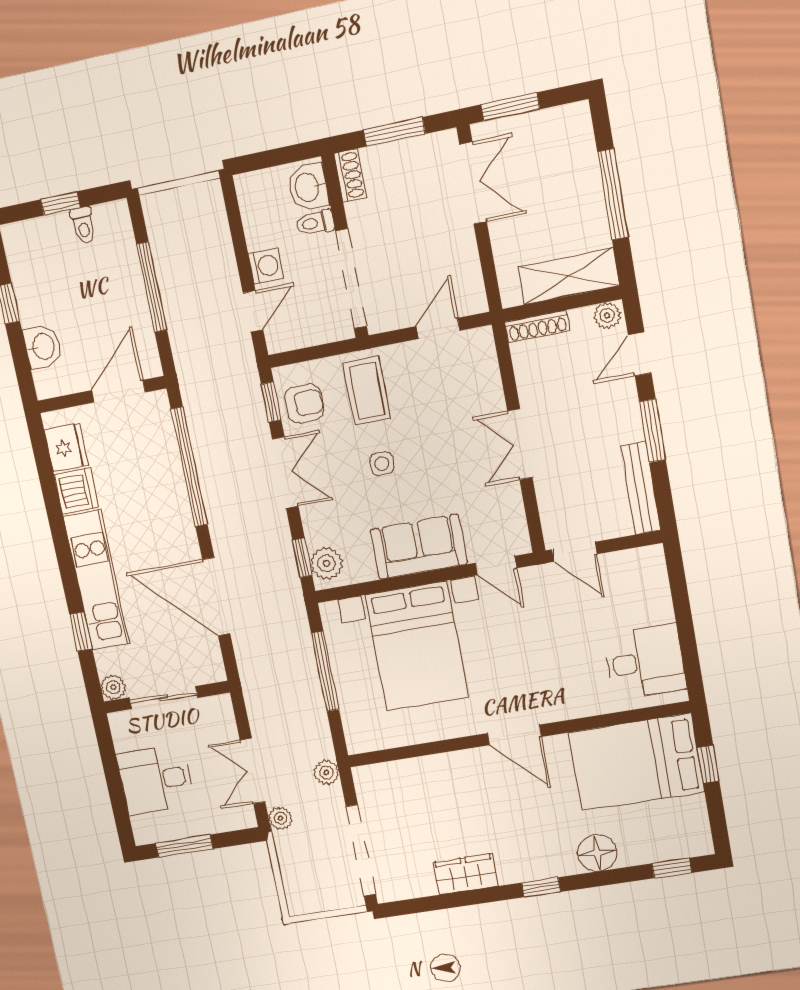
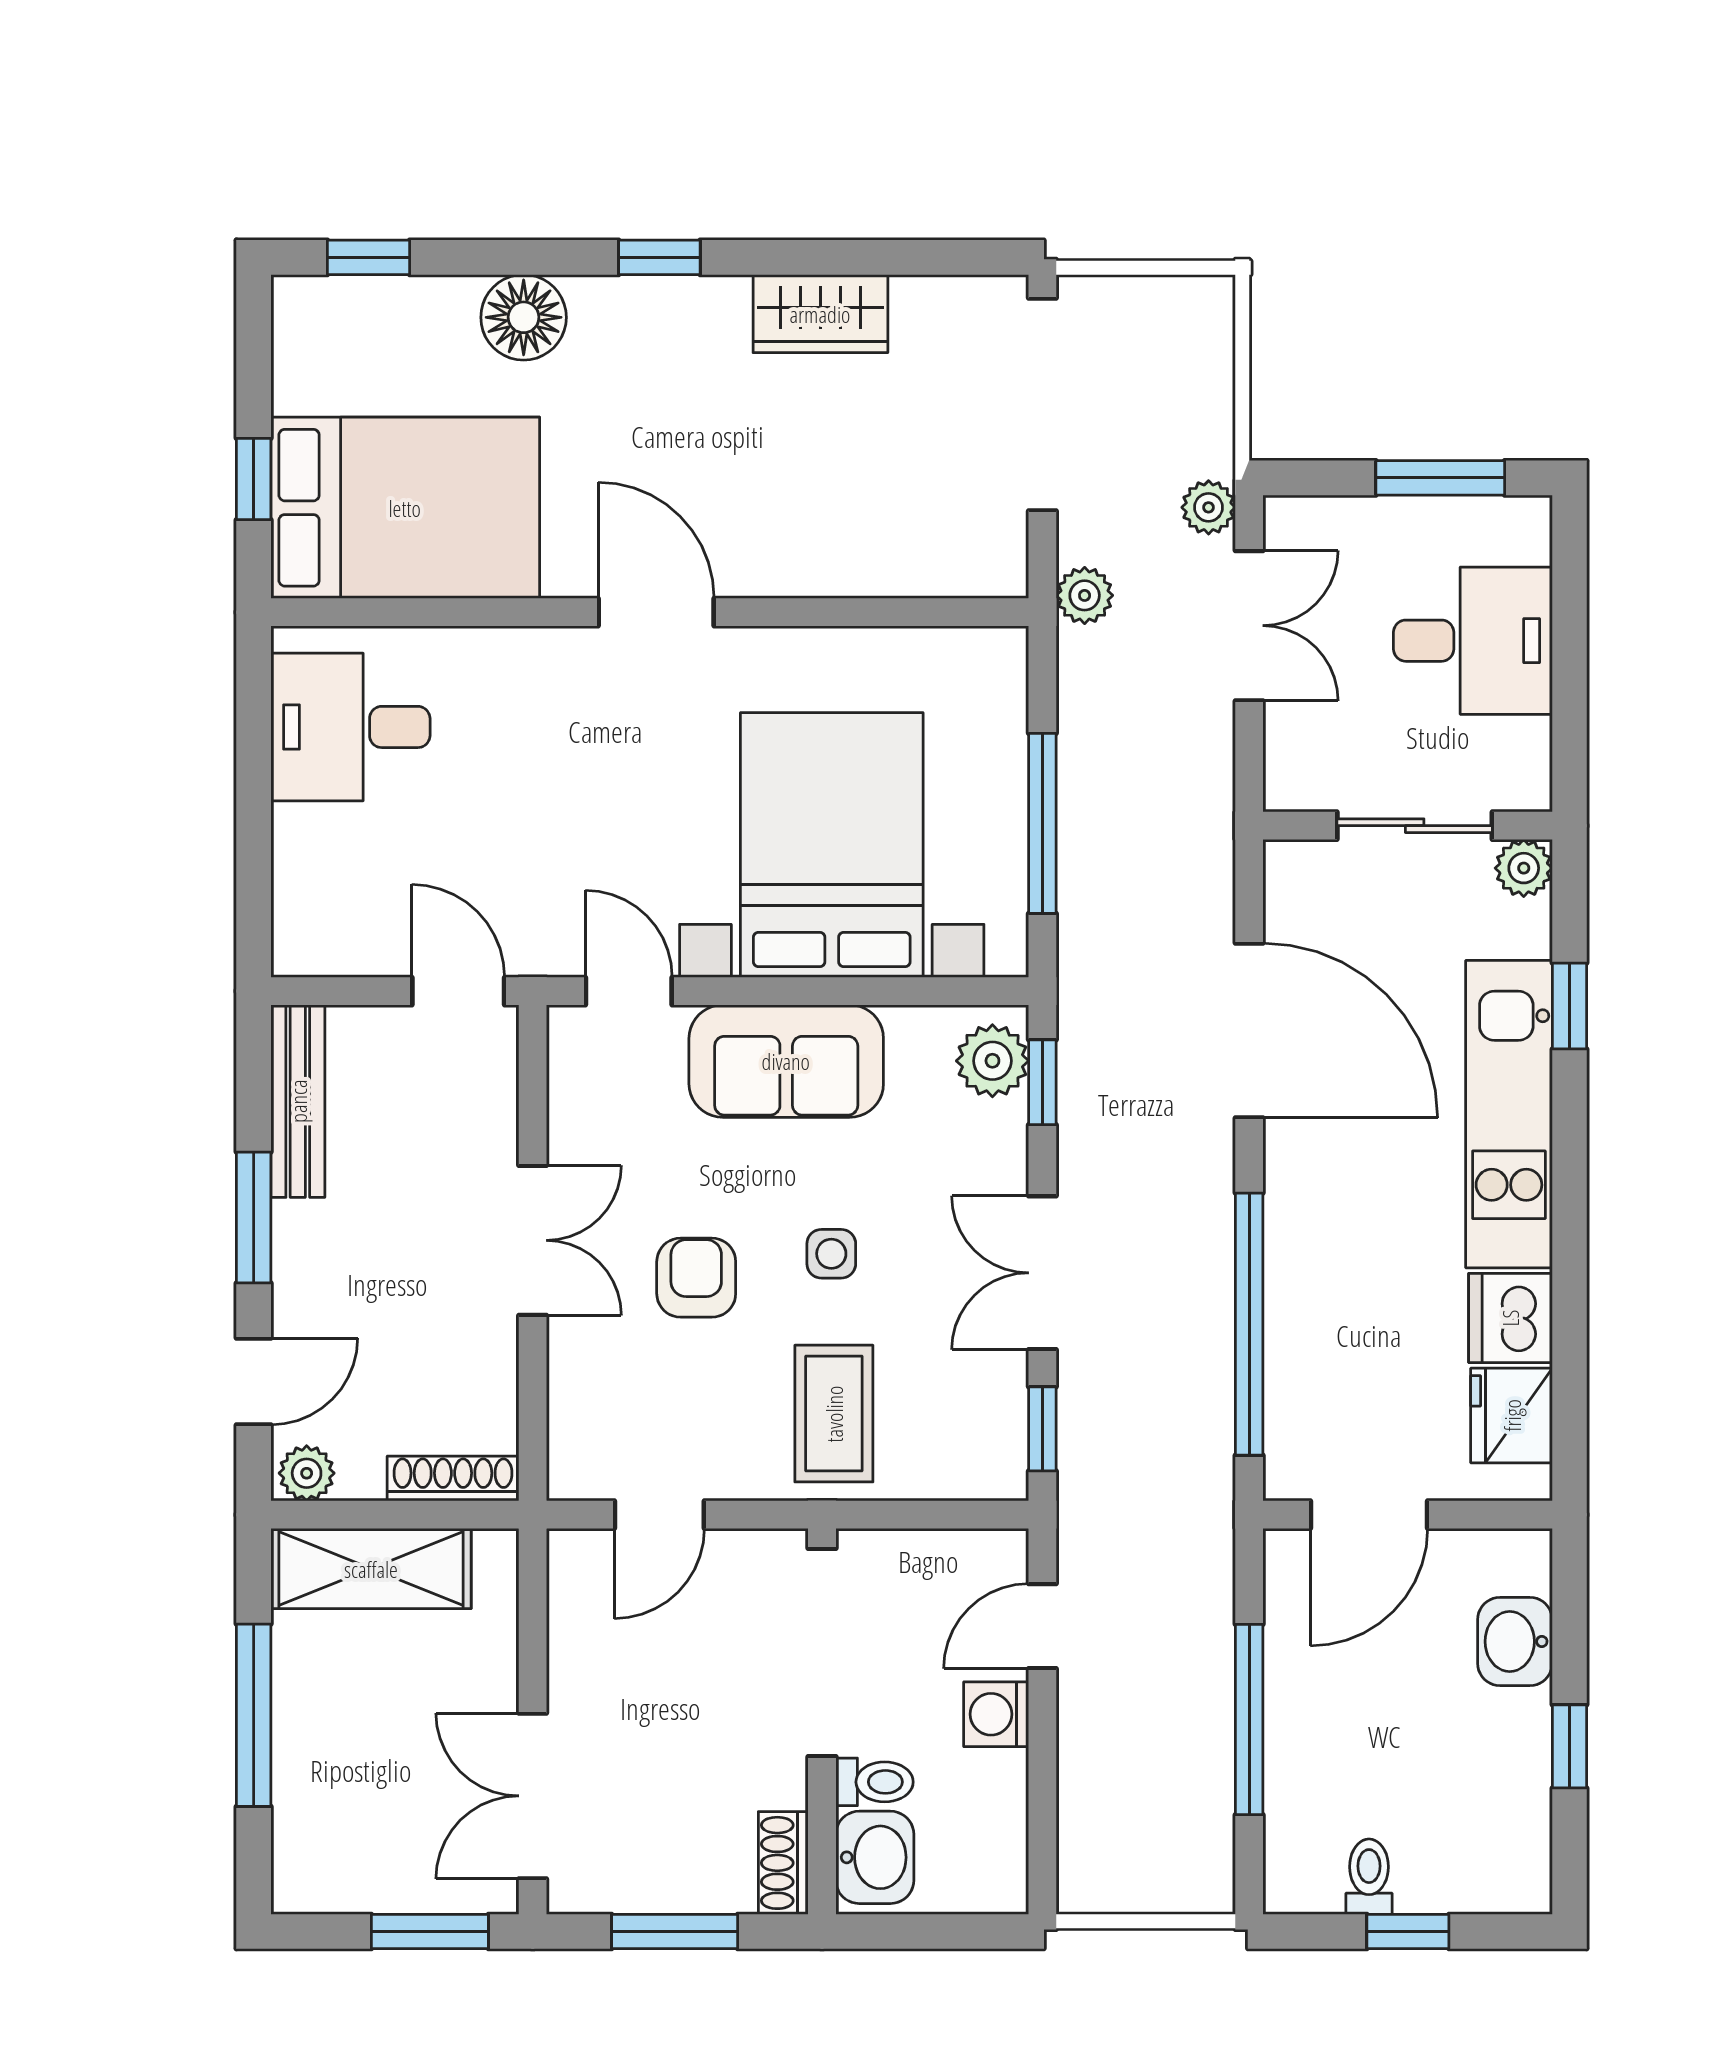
armchair: (304, 403) -> (696, 1278), moved, turned 90

